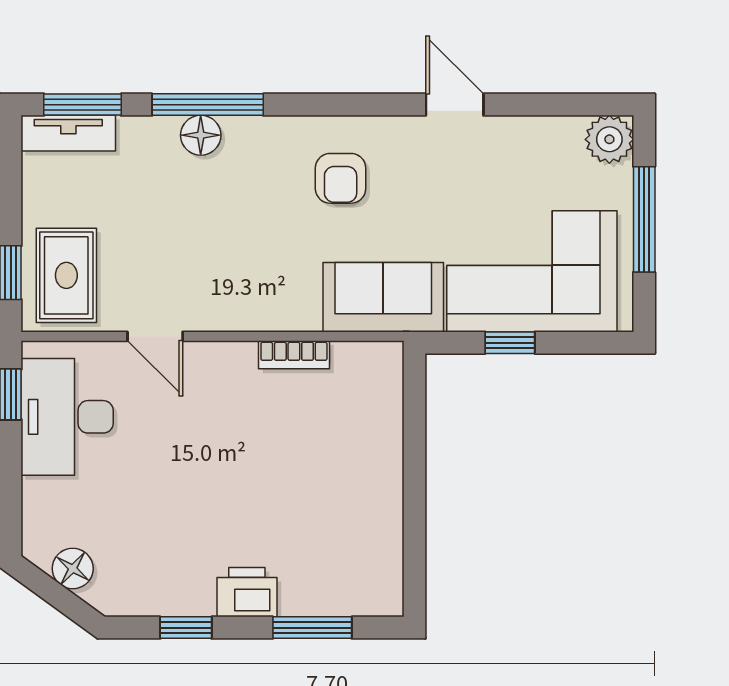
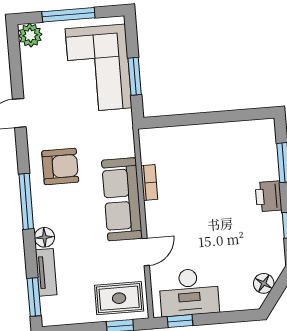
window: (208, 105) -> (26, 201), moved
tv unit: (68, 133) -> (46, 272), moved
armchair: (341, 178) -> (60, 167), width x1.38, depth x1.38
sofa: (383, 297) -> (122, 199), moved, width x1.36
window: (510, 343) -> (135, 76), width x1.50

